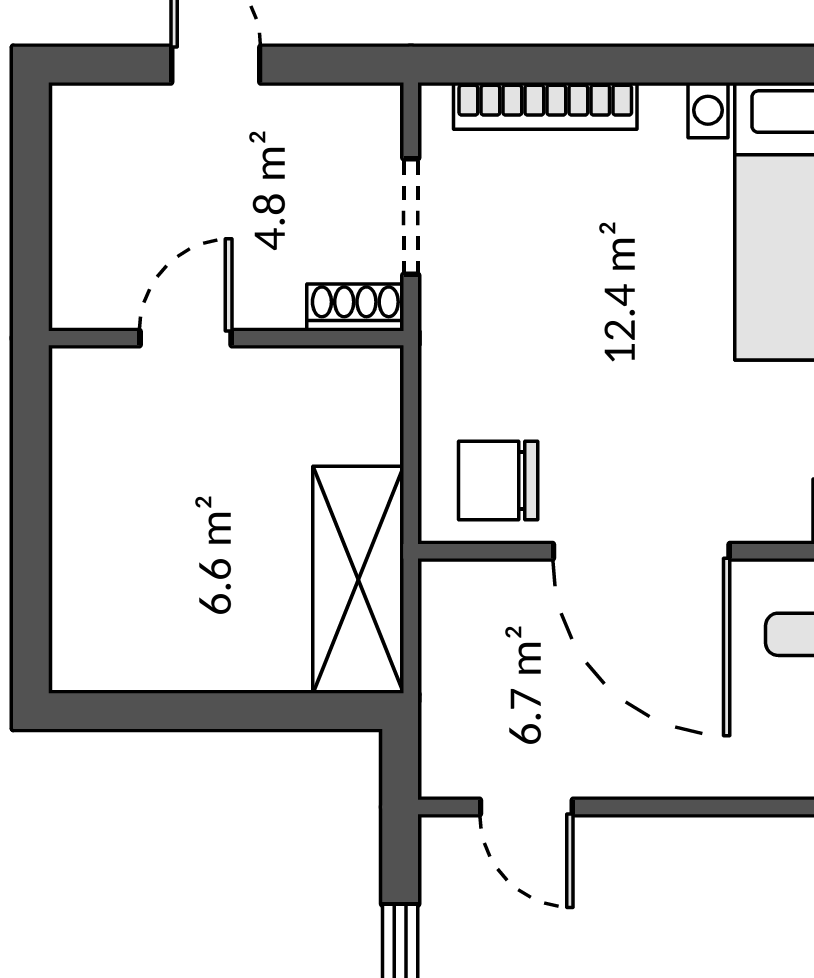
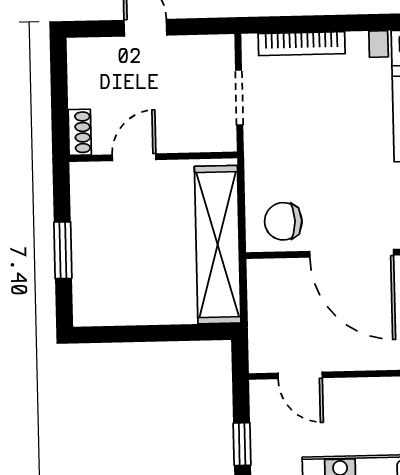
shoe rack: (355, 308) -> (80, 132), moved, turned 90
window: (31, 531) -> (63, 250), added
shelving: (358, 580) -> (218, 245), width x1.47

